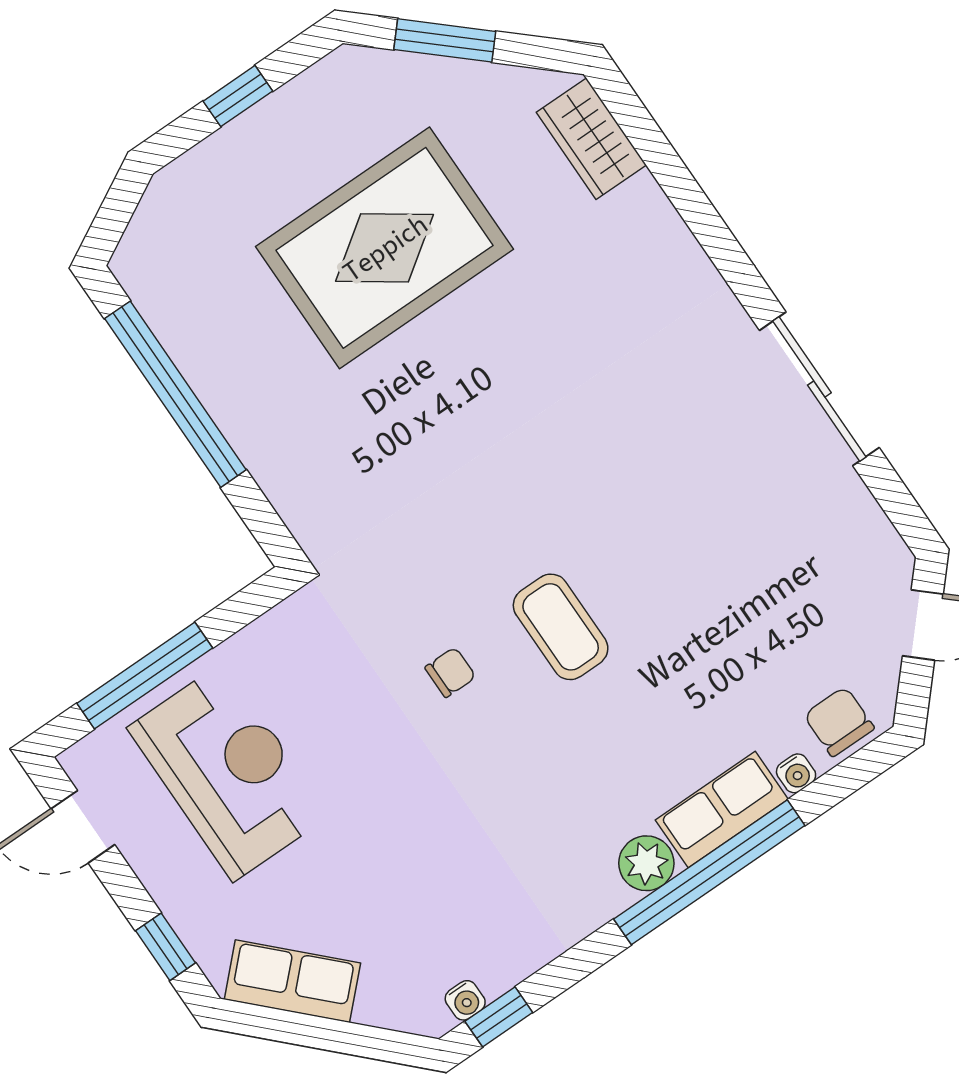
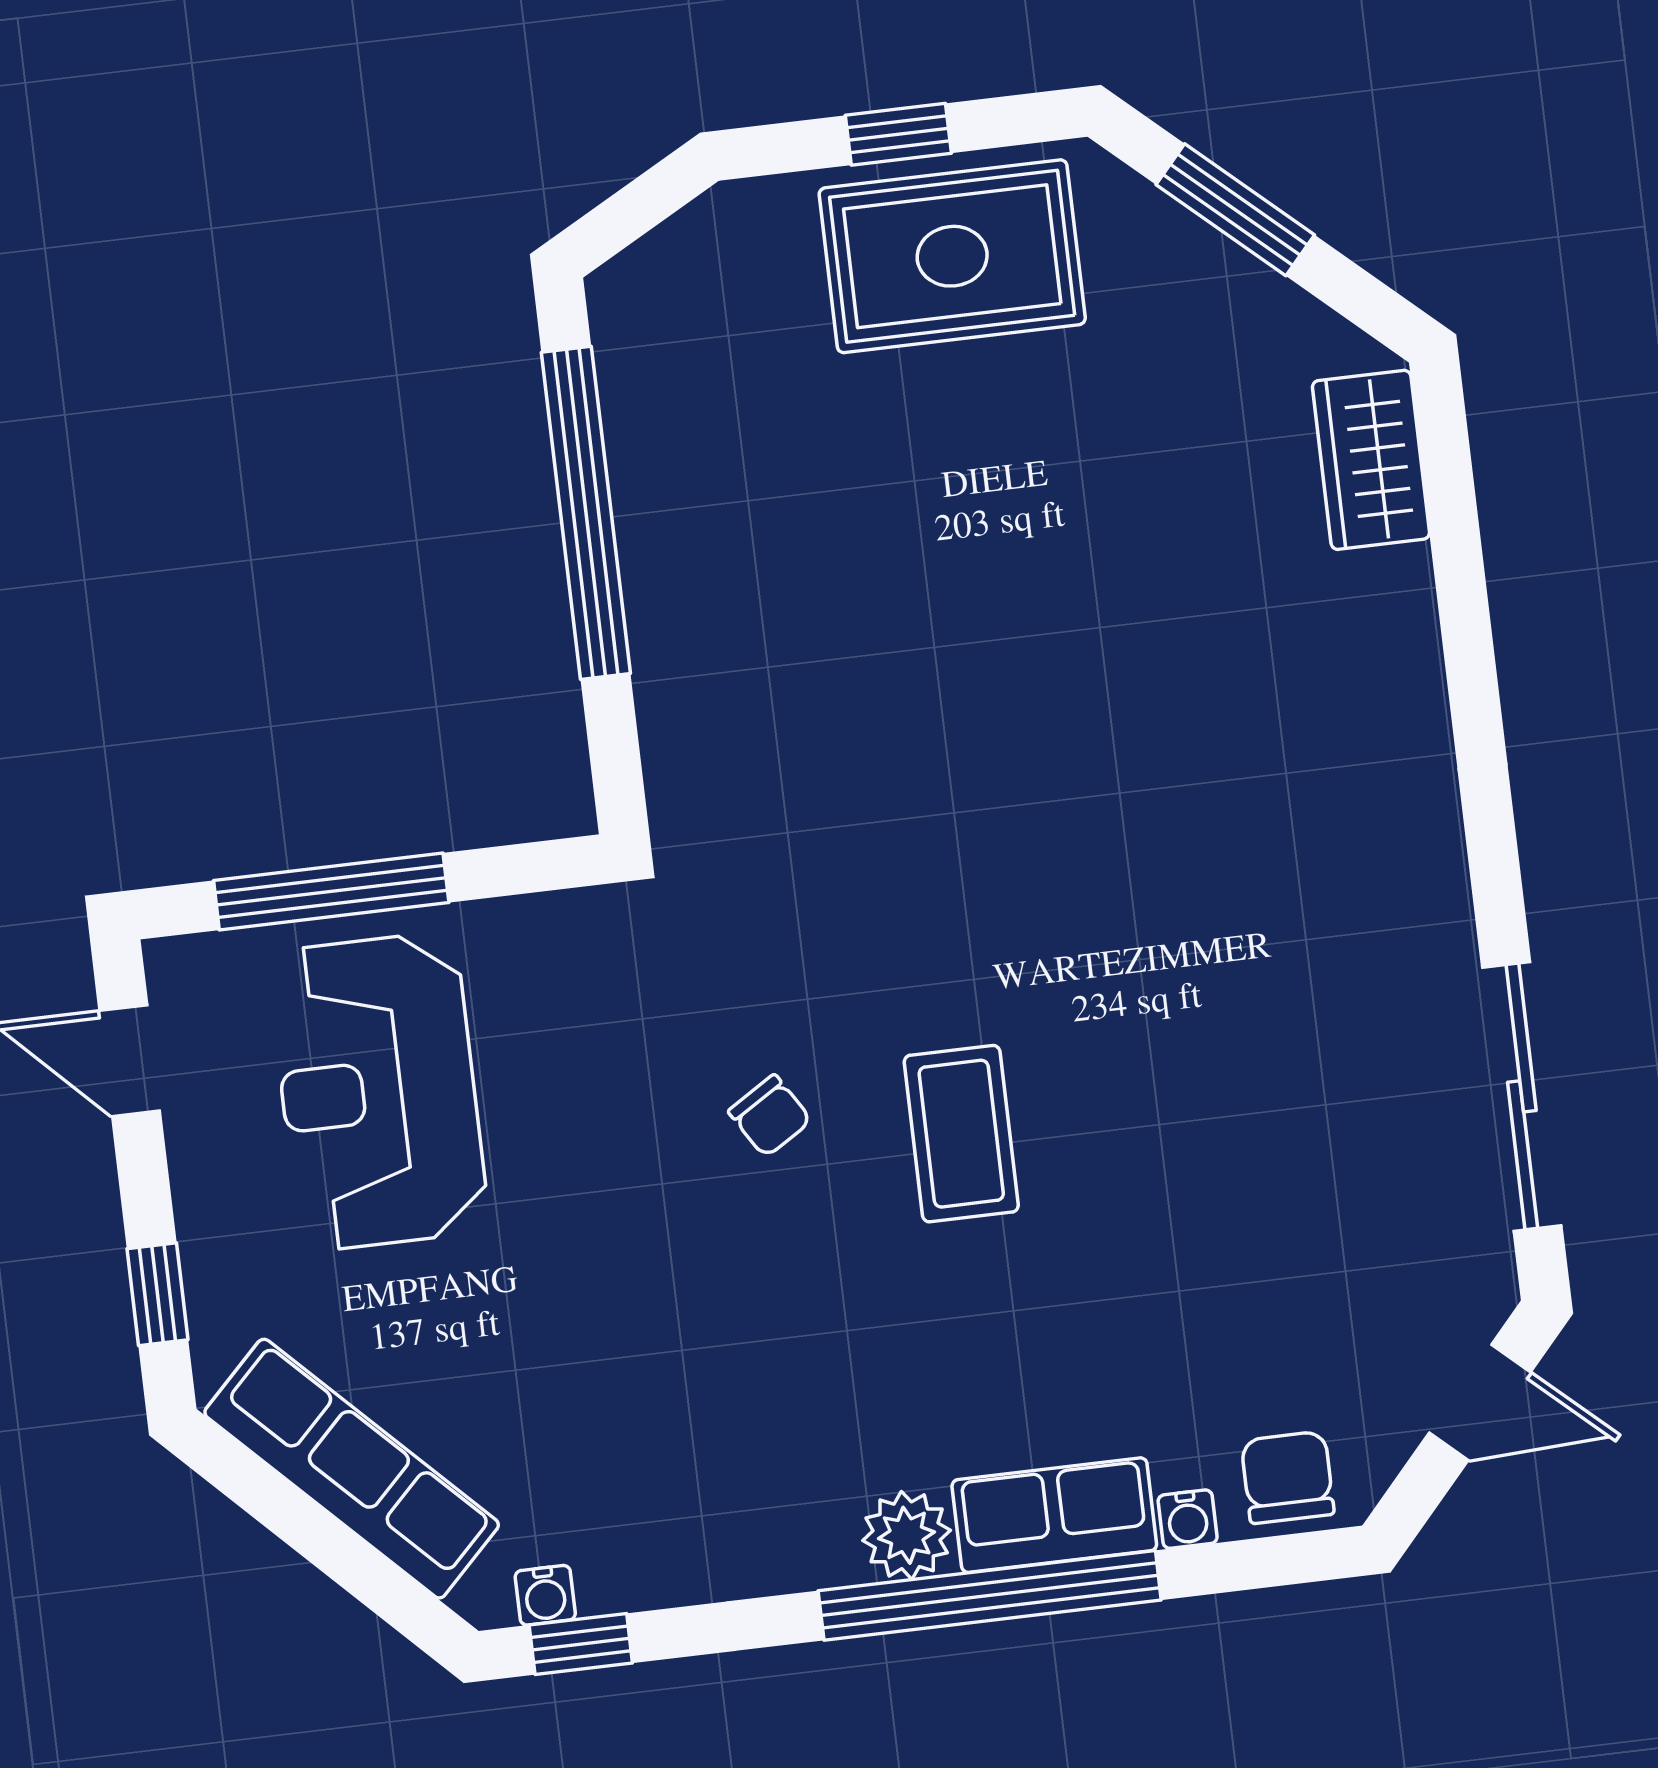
rug: (385, 248) -> (952, 256), moved, width x0.73, depth x0.69
sliding door: (819, 389) -> (1522, 1096), moved
chair: (450, 672) -> (770, 1116), turned 58
reception desk: (228, 772) -> (378, 1092), turned 180
row of seats: (292, 981) -> (352, 1469), width x1.48

